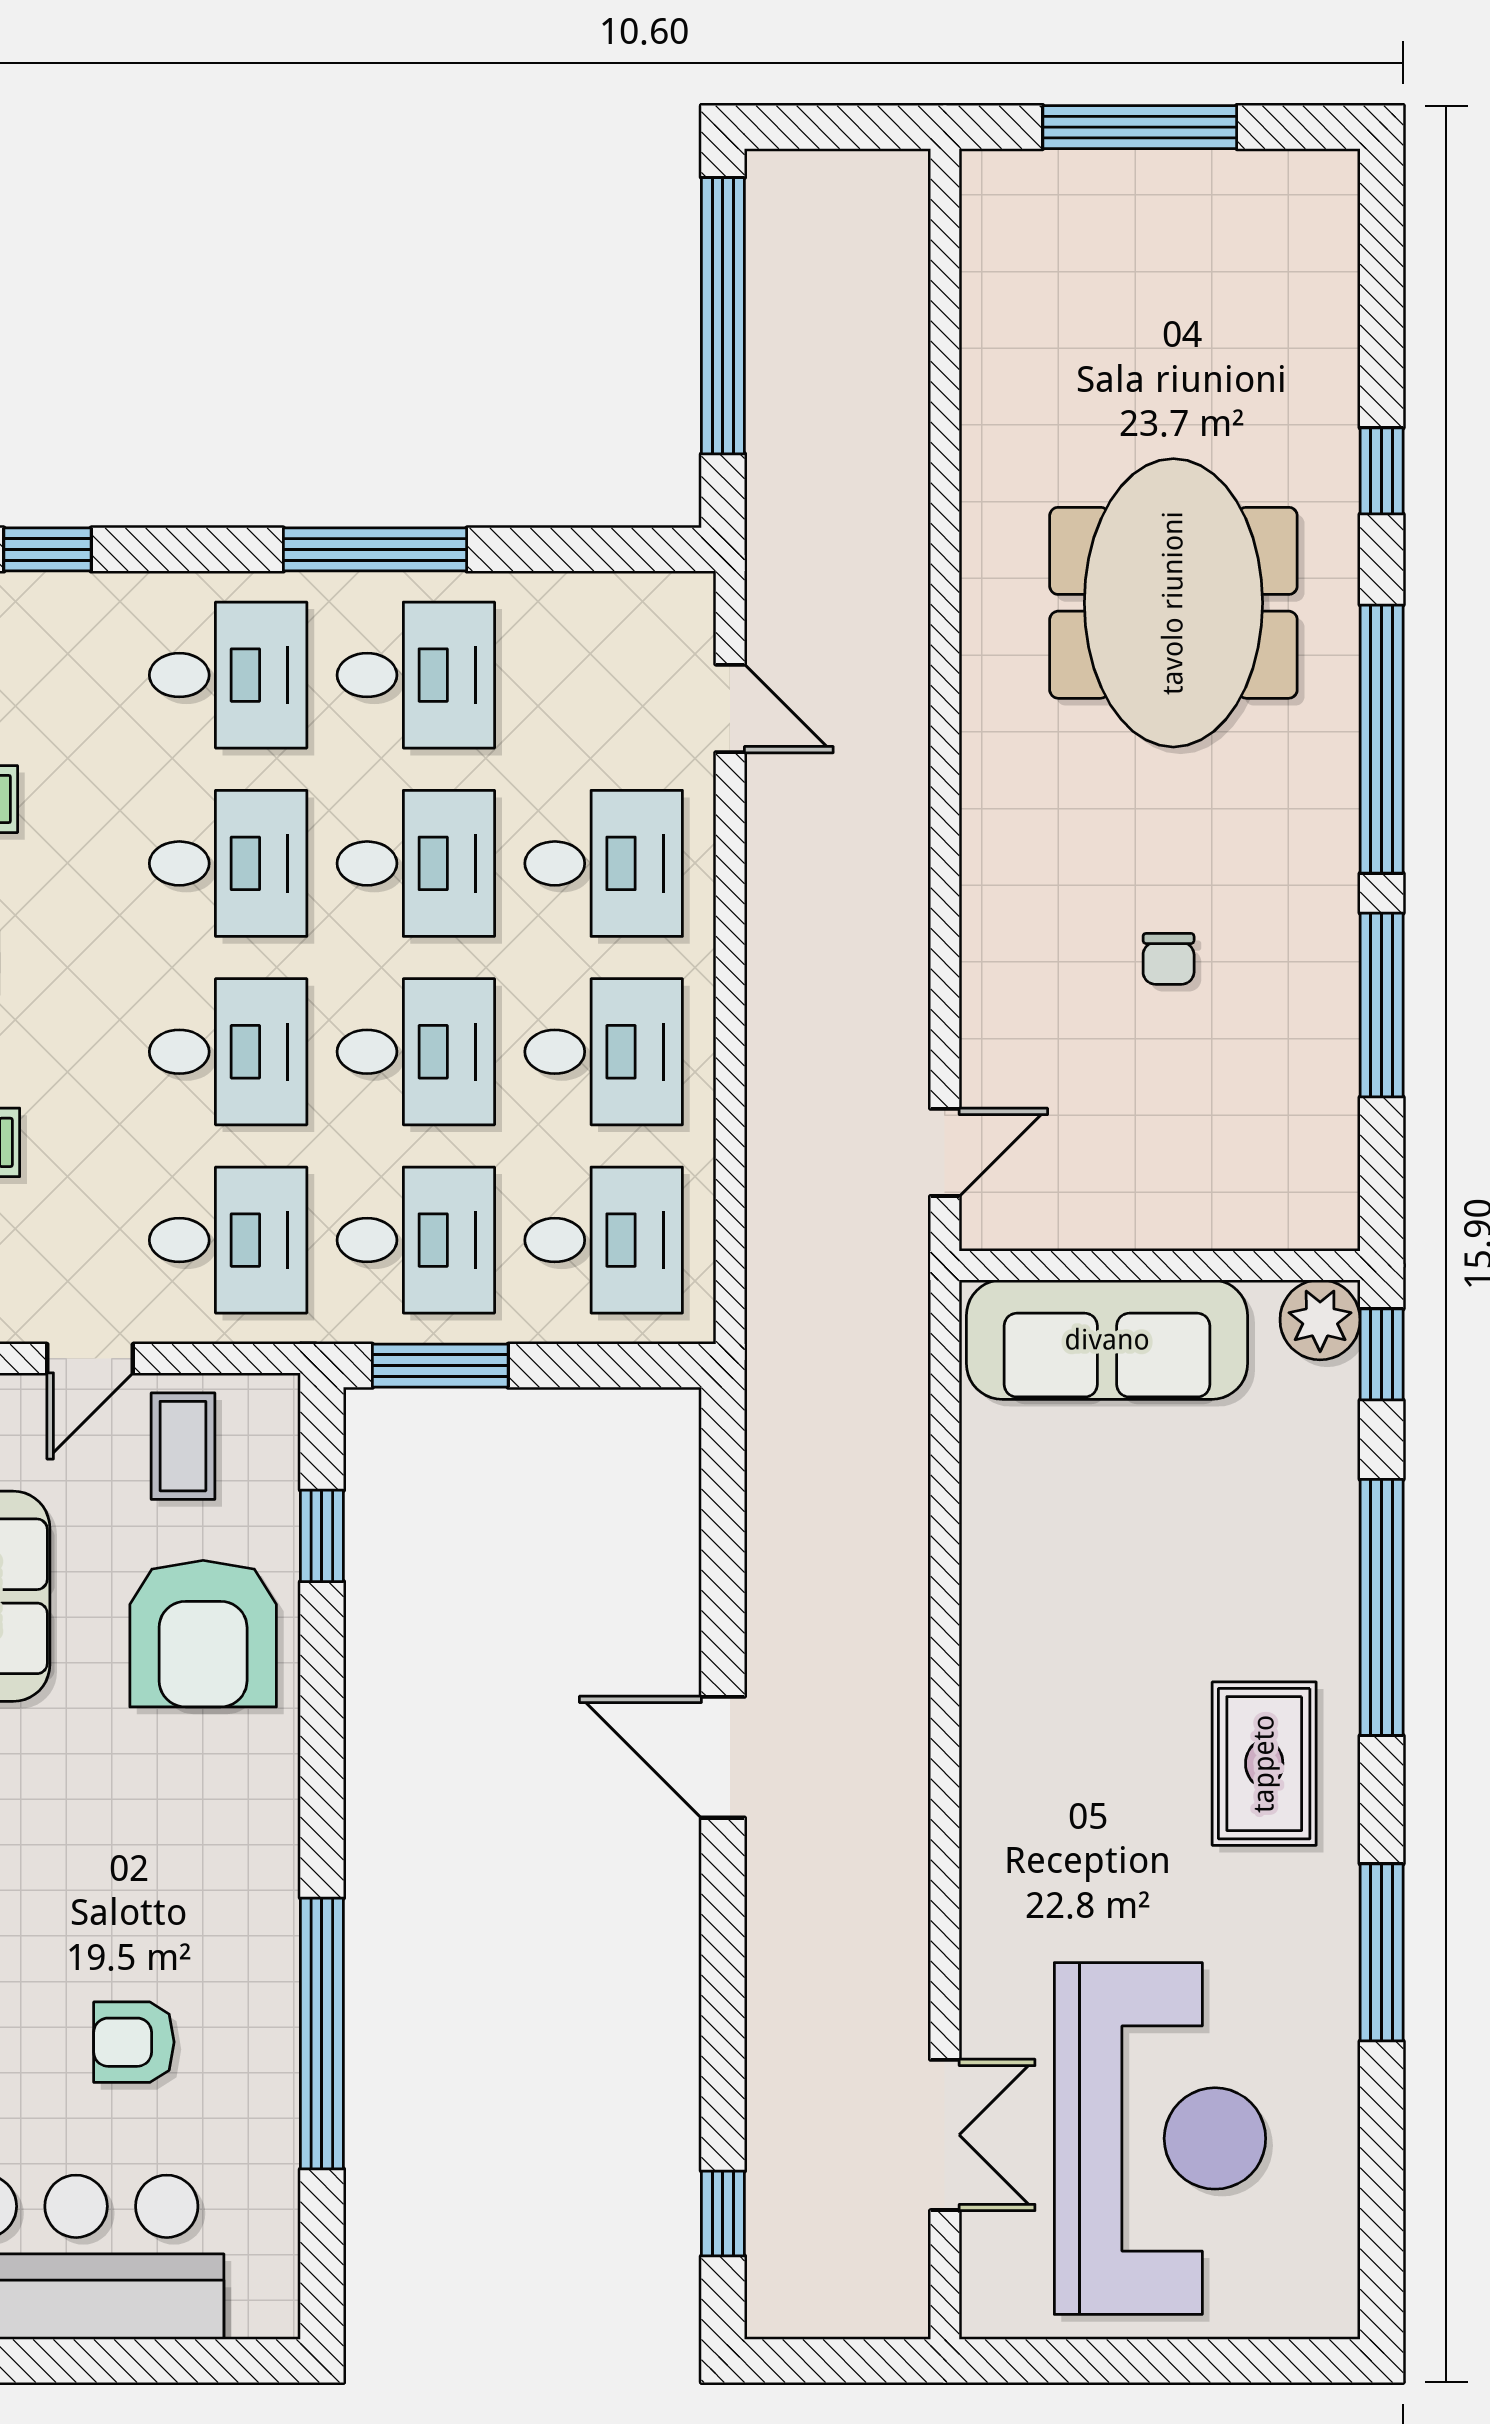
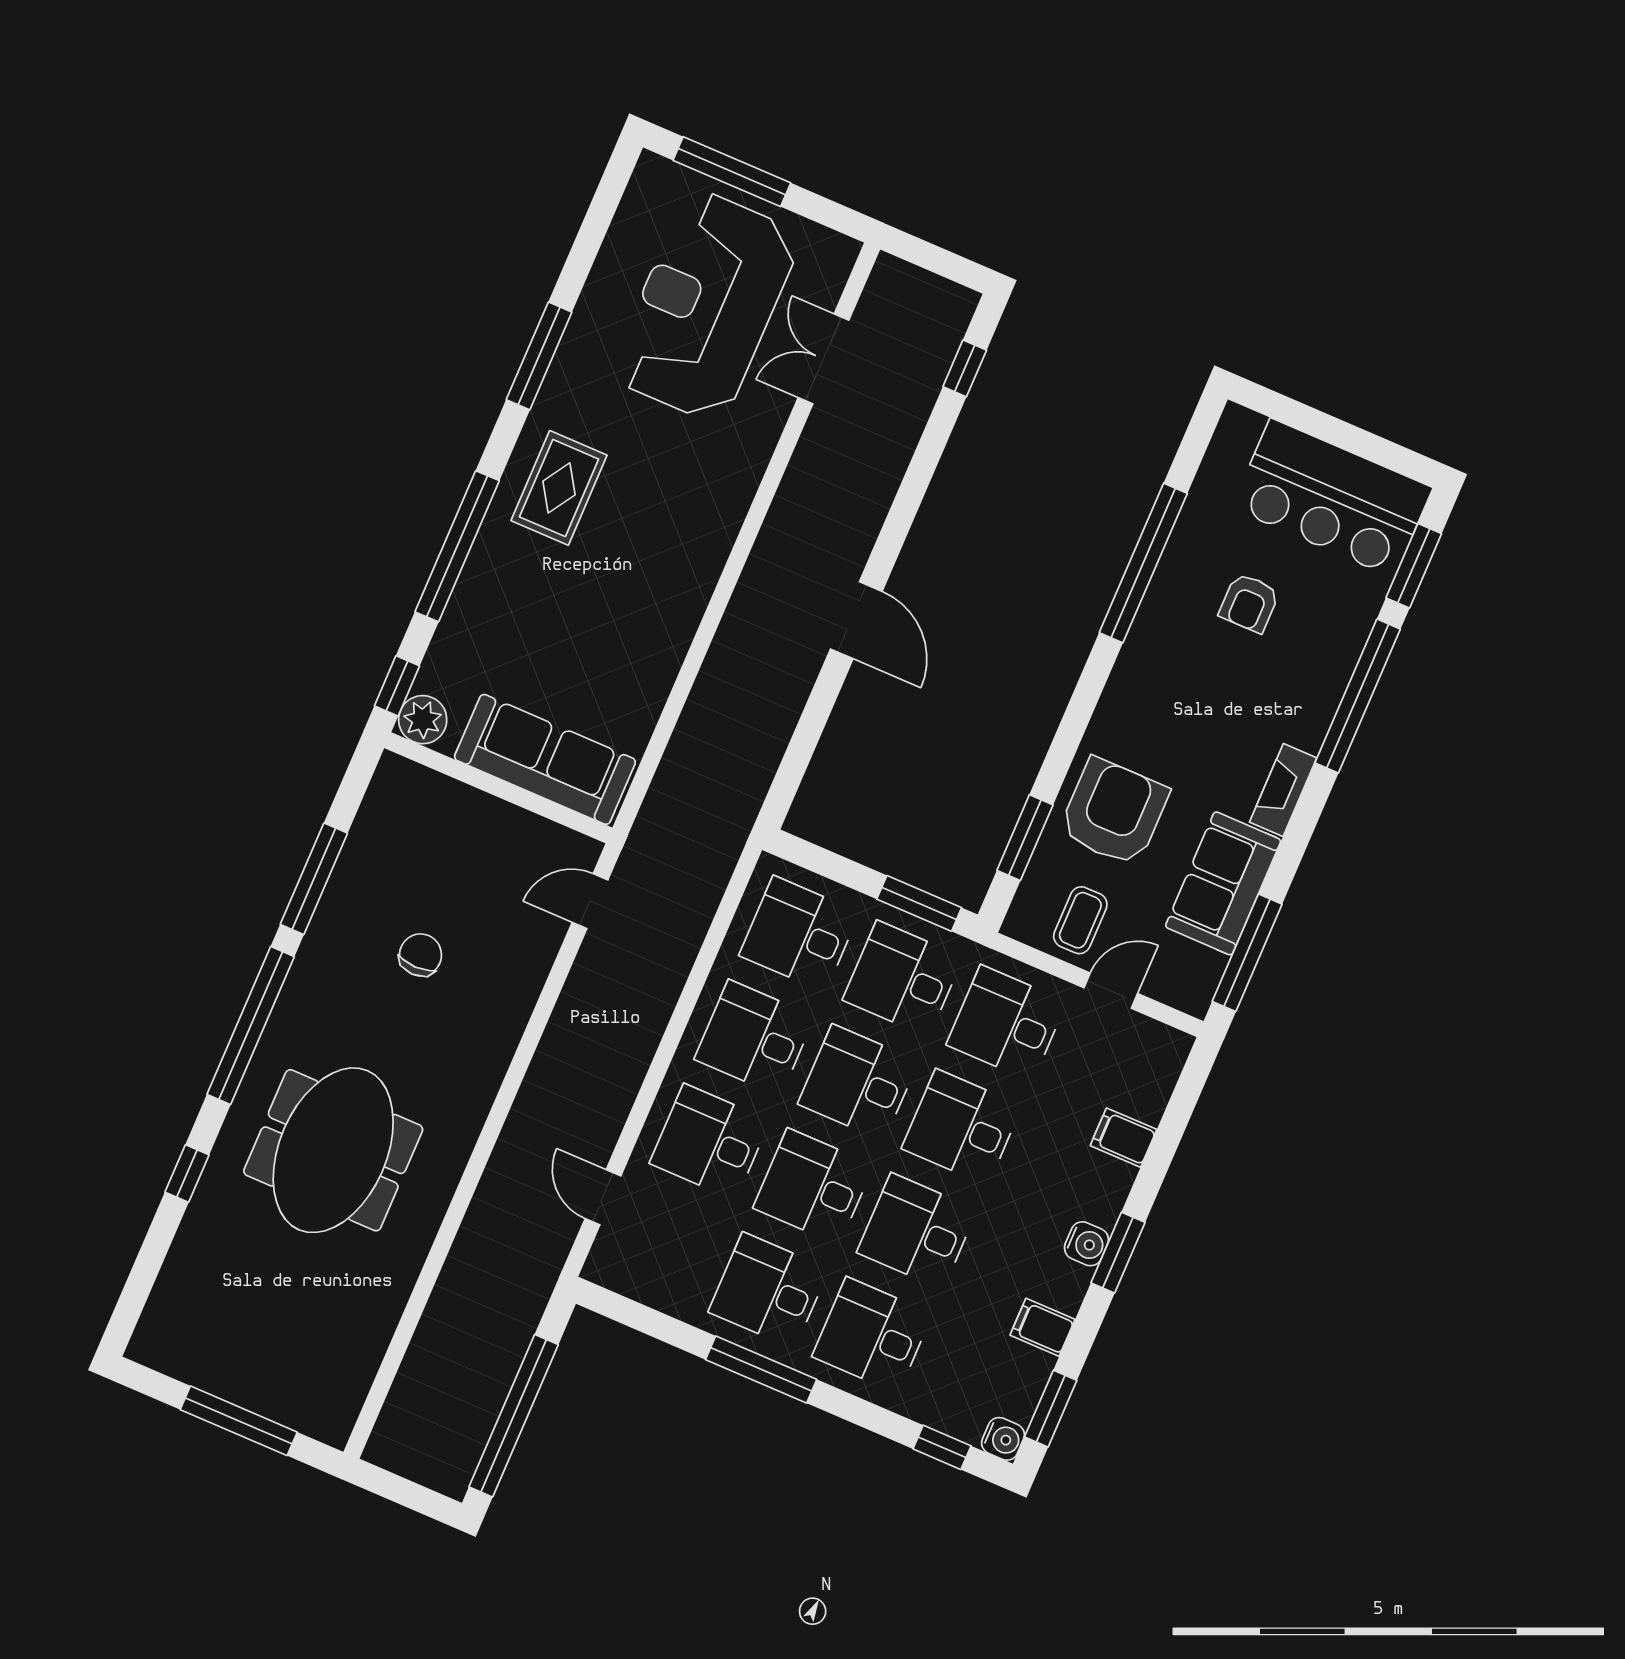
chair: (1169, 959) -> (421, 955), width x1.37, depth x1.37
window: (322, 1536) -> (1025, 838), width x1.50
armchair: (134, 2042) -> (1249, 603), turned 90
window: (1208, 2361) -> (732, 172), added

